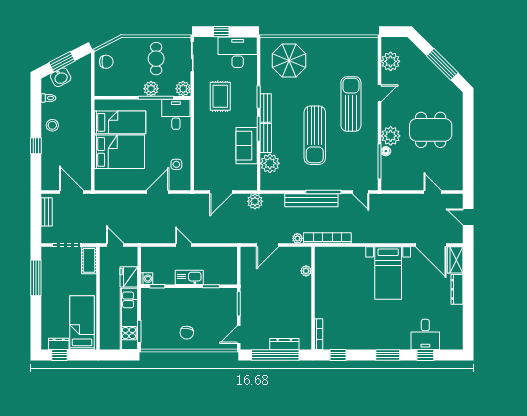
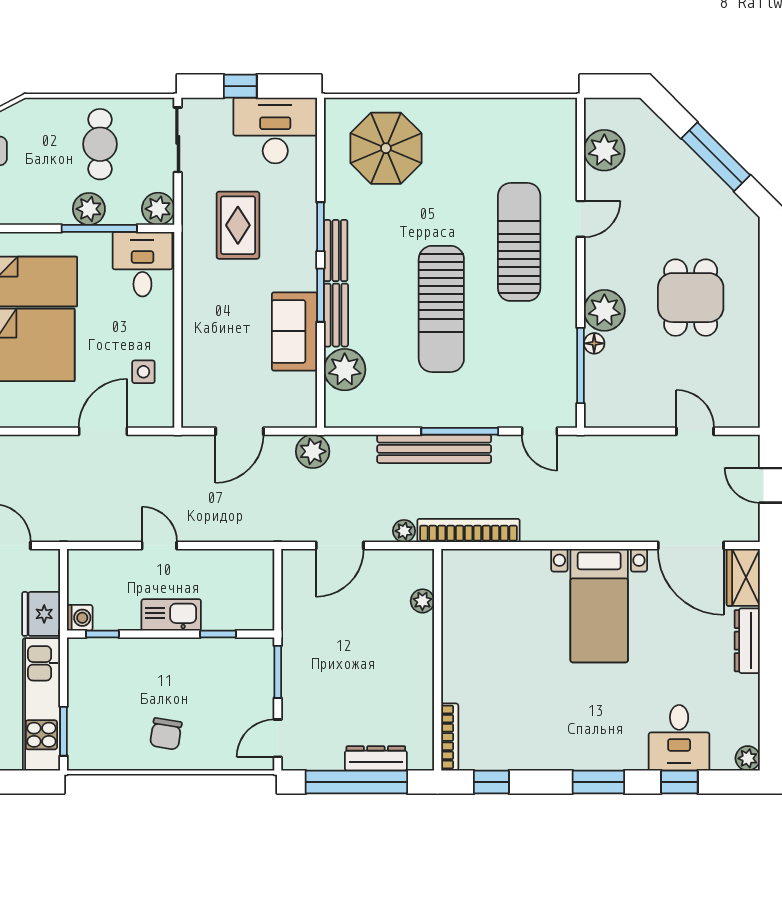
dining table: (431, 130) -> (691, 298), width x0.73
plant: (457, 344) -> (748, 758), added

